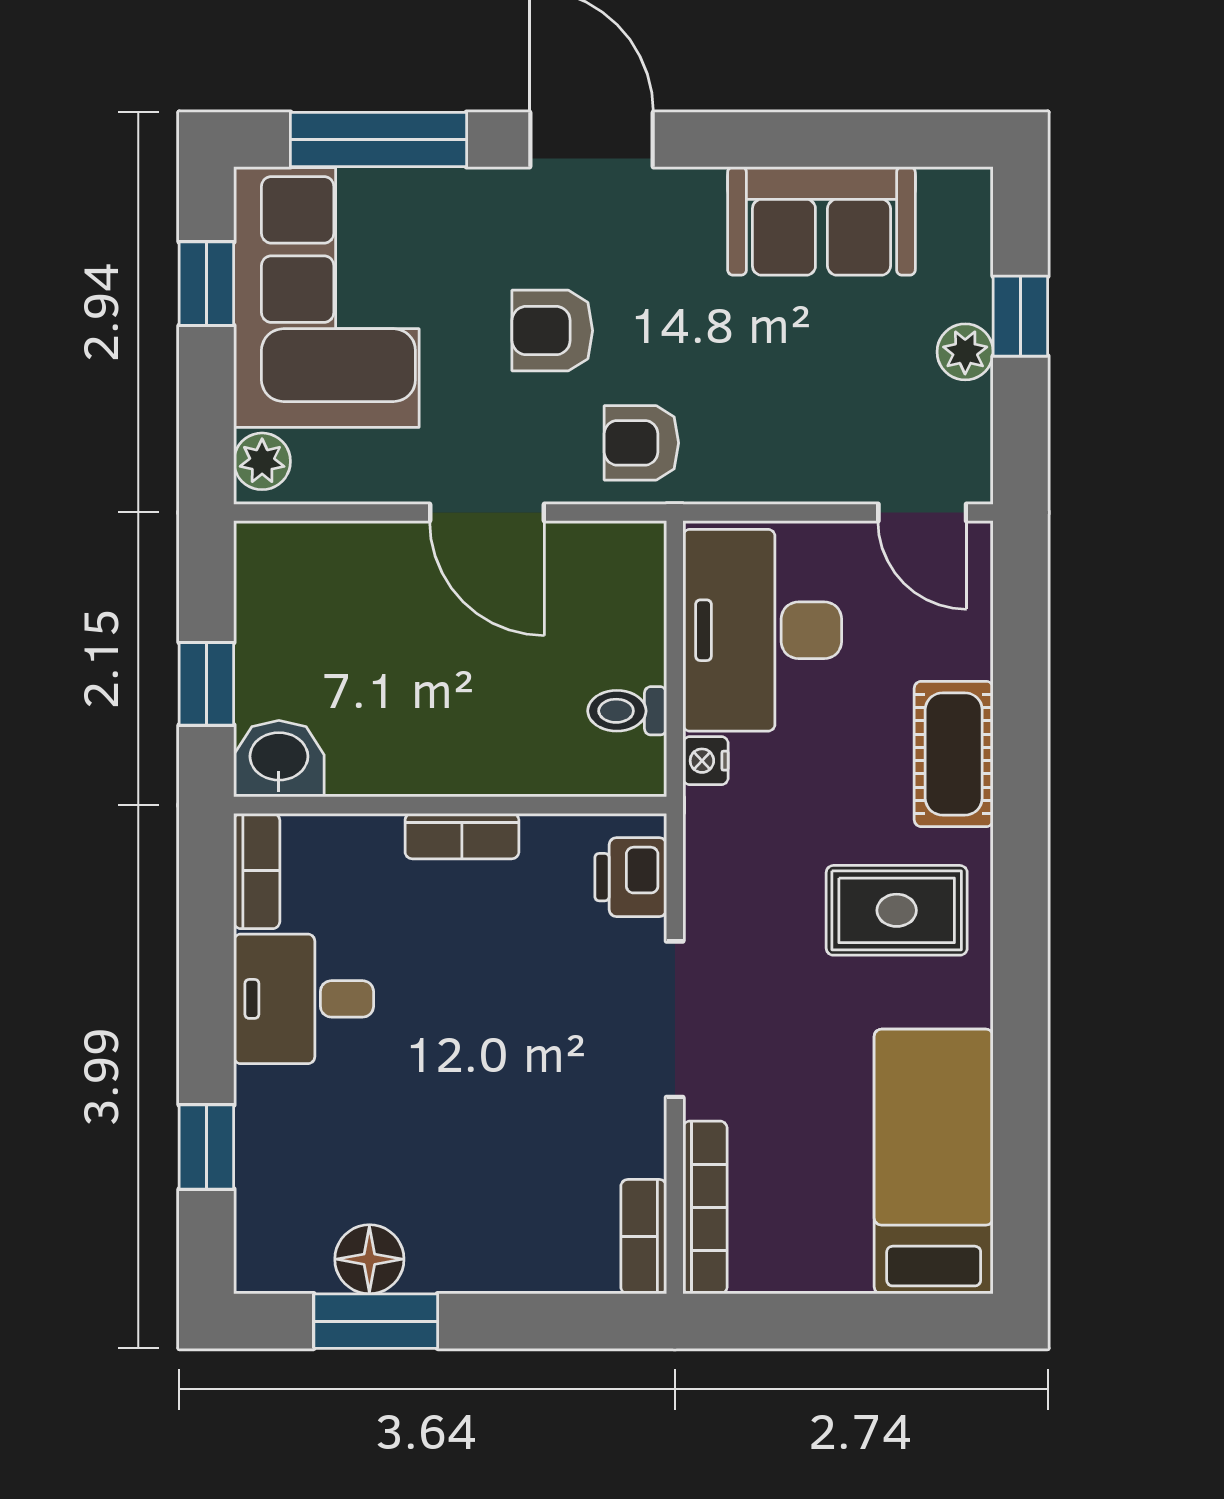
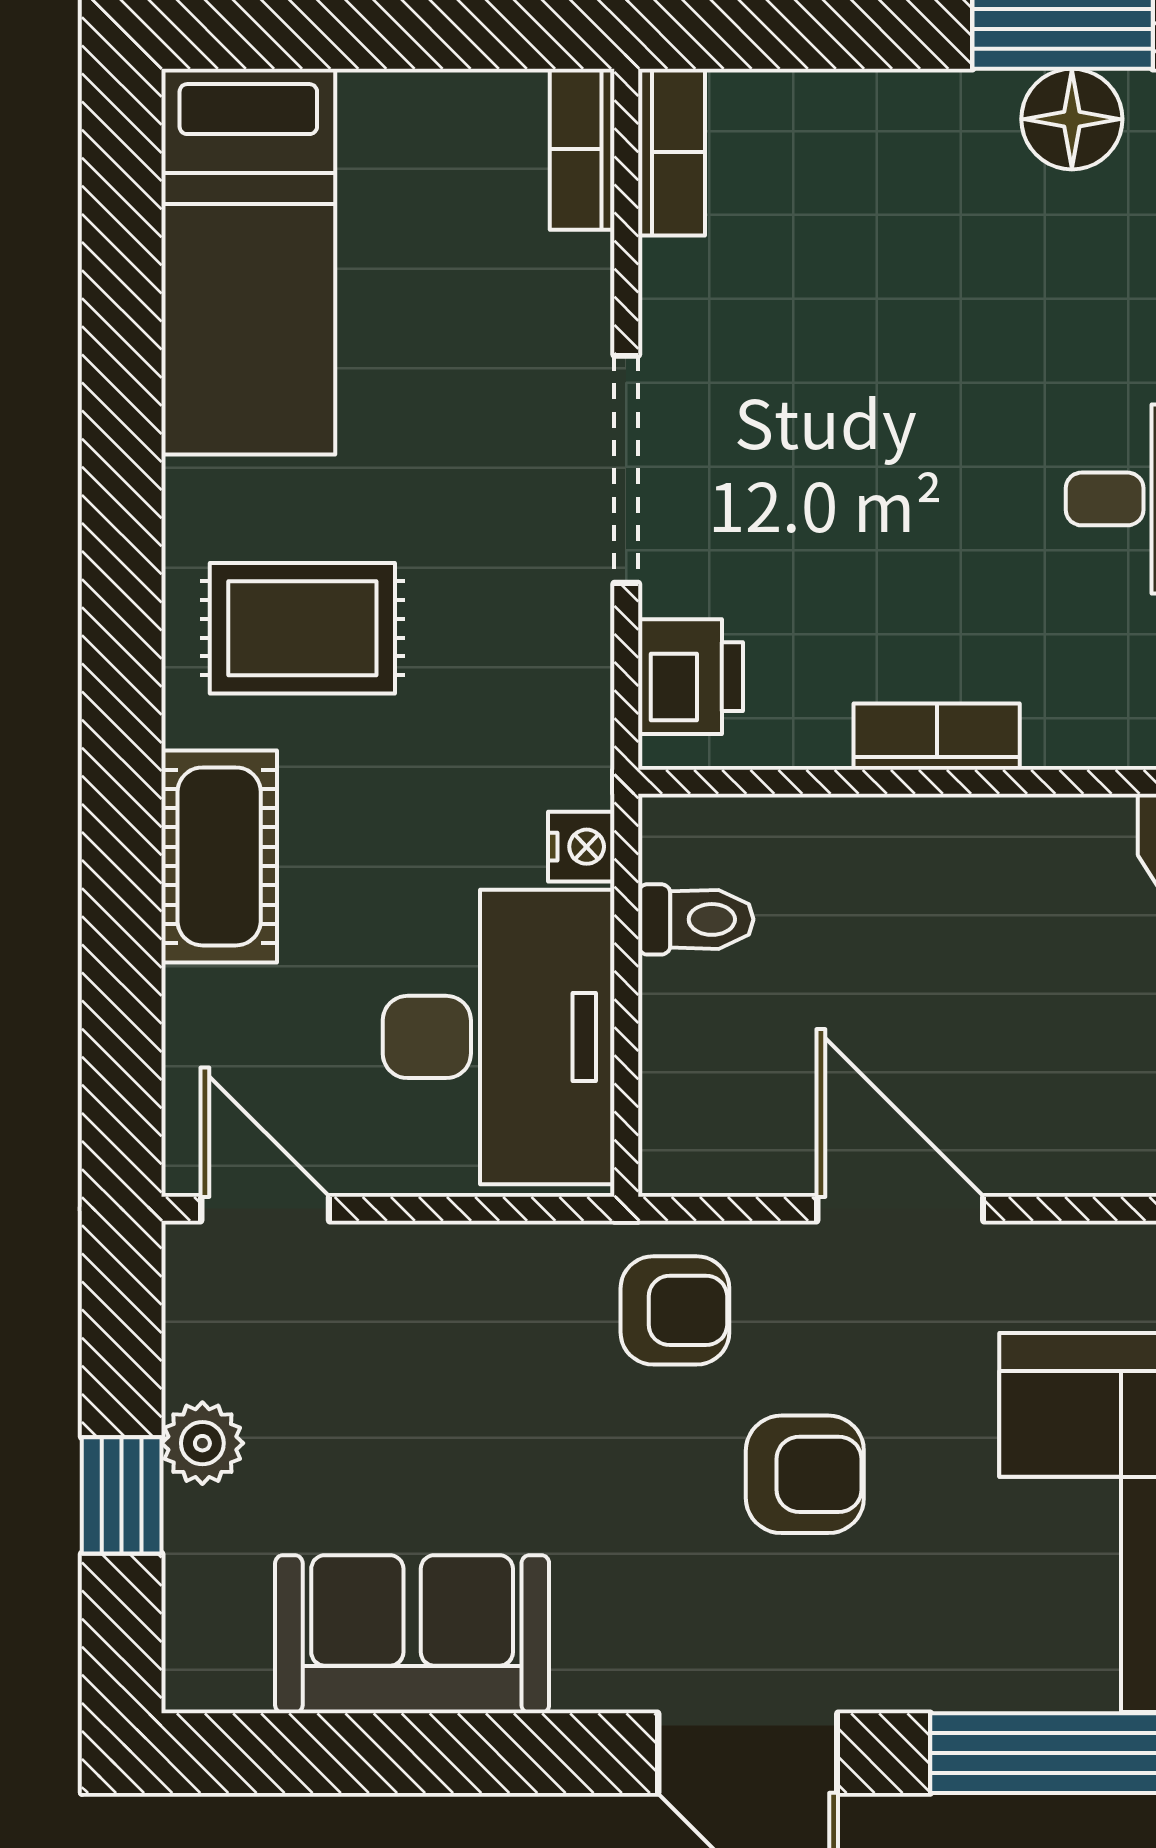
bookcase: (705, 1207) -> (582, 149), width x0.64

